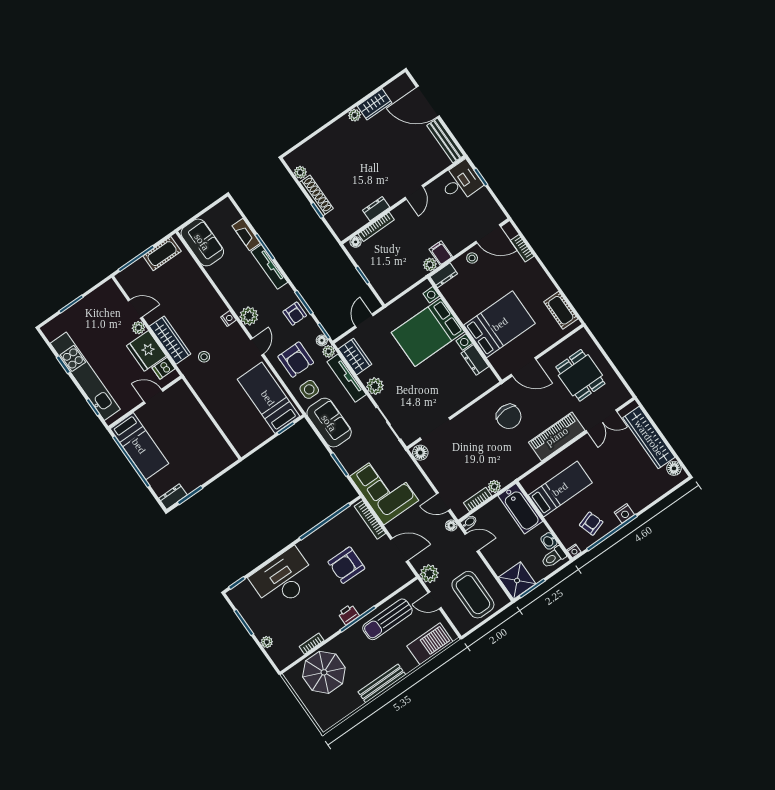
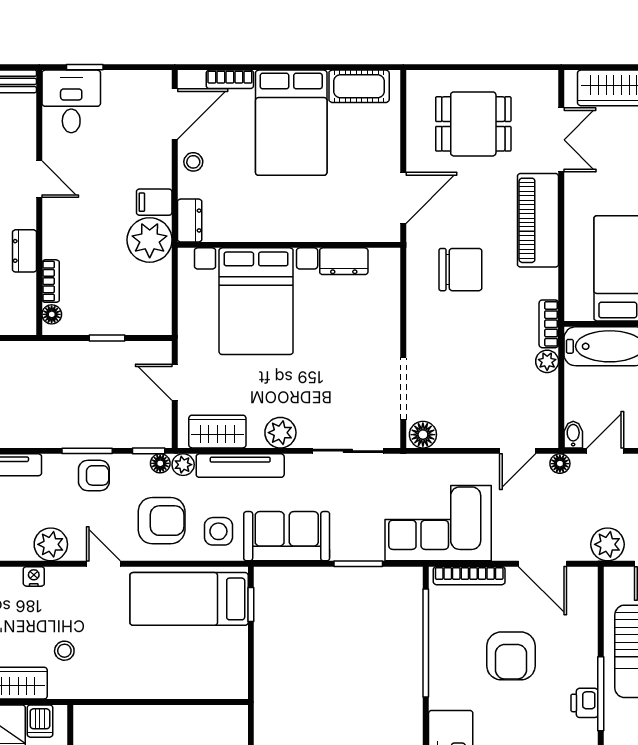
bookcase: (376, 227) -> (51, 281), width x0.64
plant: (430, 265) -> (150, 240), width x1.88, depth x1.88
bed: (500, 324) -> (291, 123), moved, turned 180
bookcase: (478, 499) -> (549, 324), moved
door: (399, 550) -> (542, 564), swing flipped

